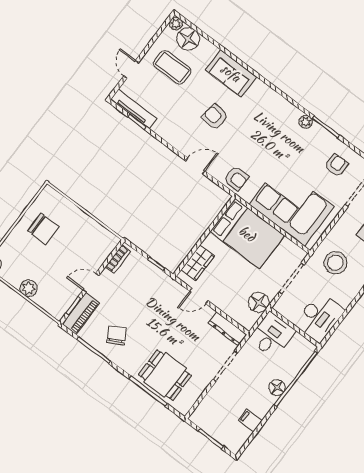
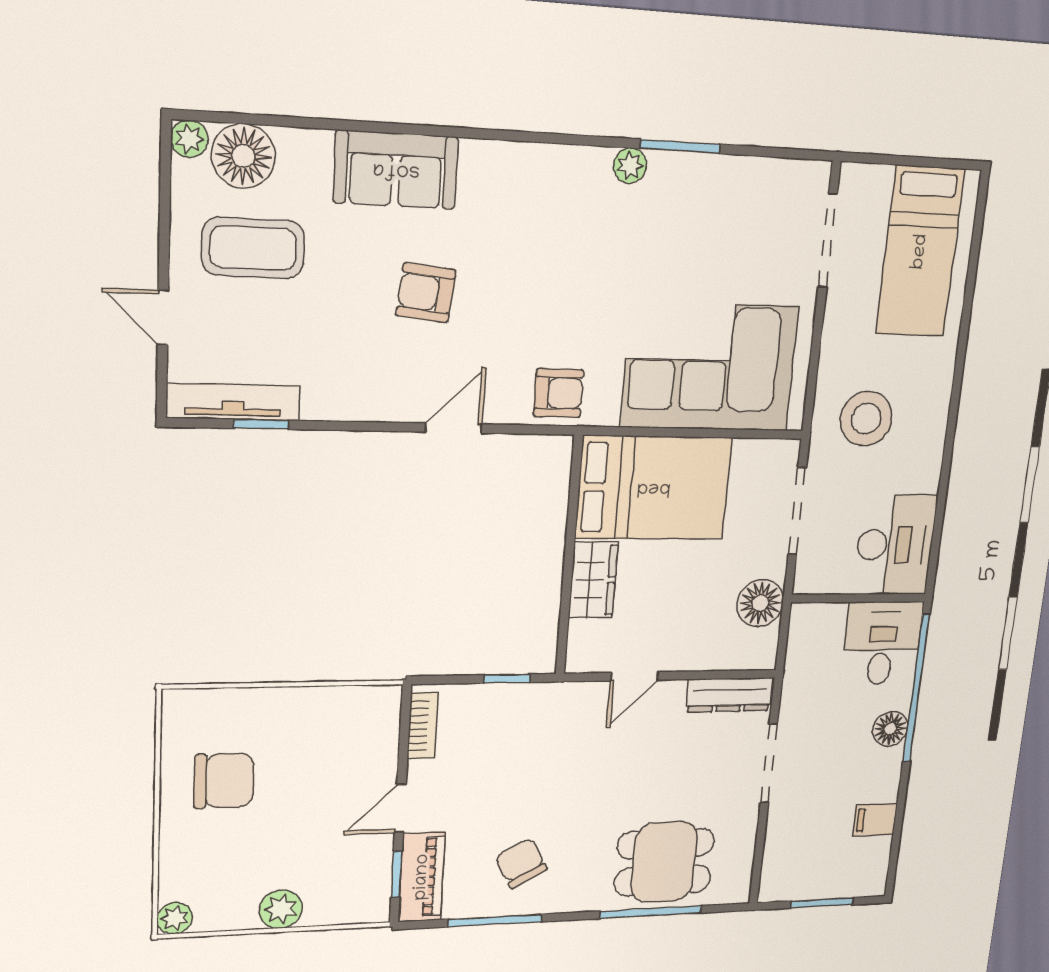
armchair: (336, 165) -> (752, 216), removed
wardrobe: (198, 263) -> (593, 580), moved
desk: (272, 335) -> (882, 643), moved

